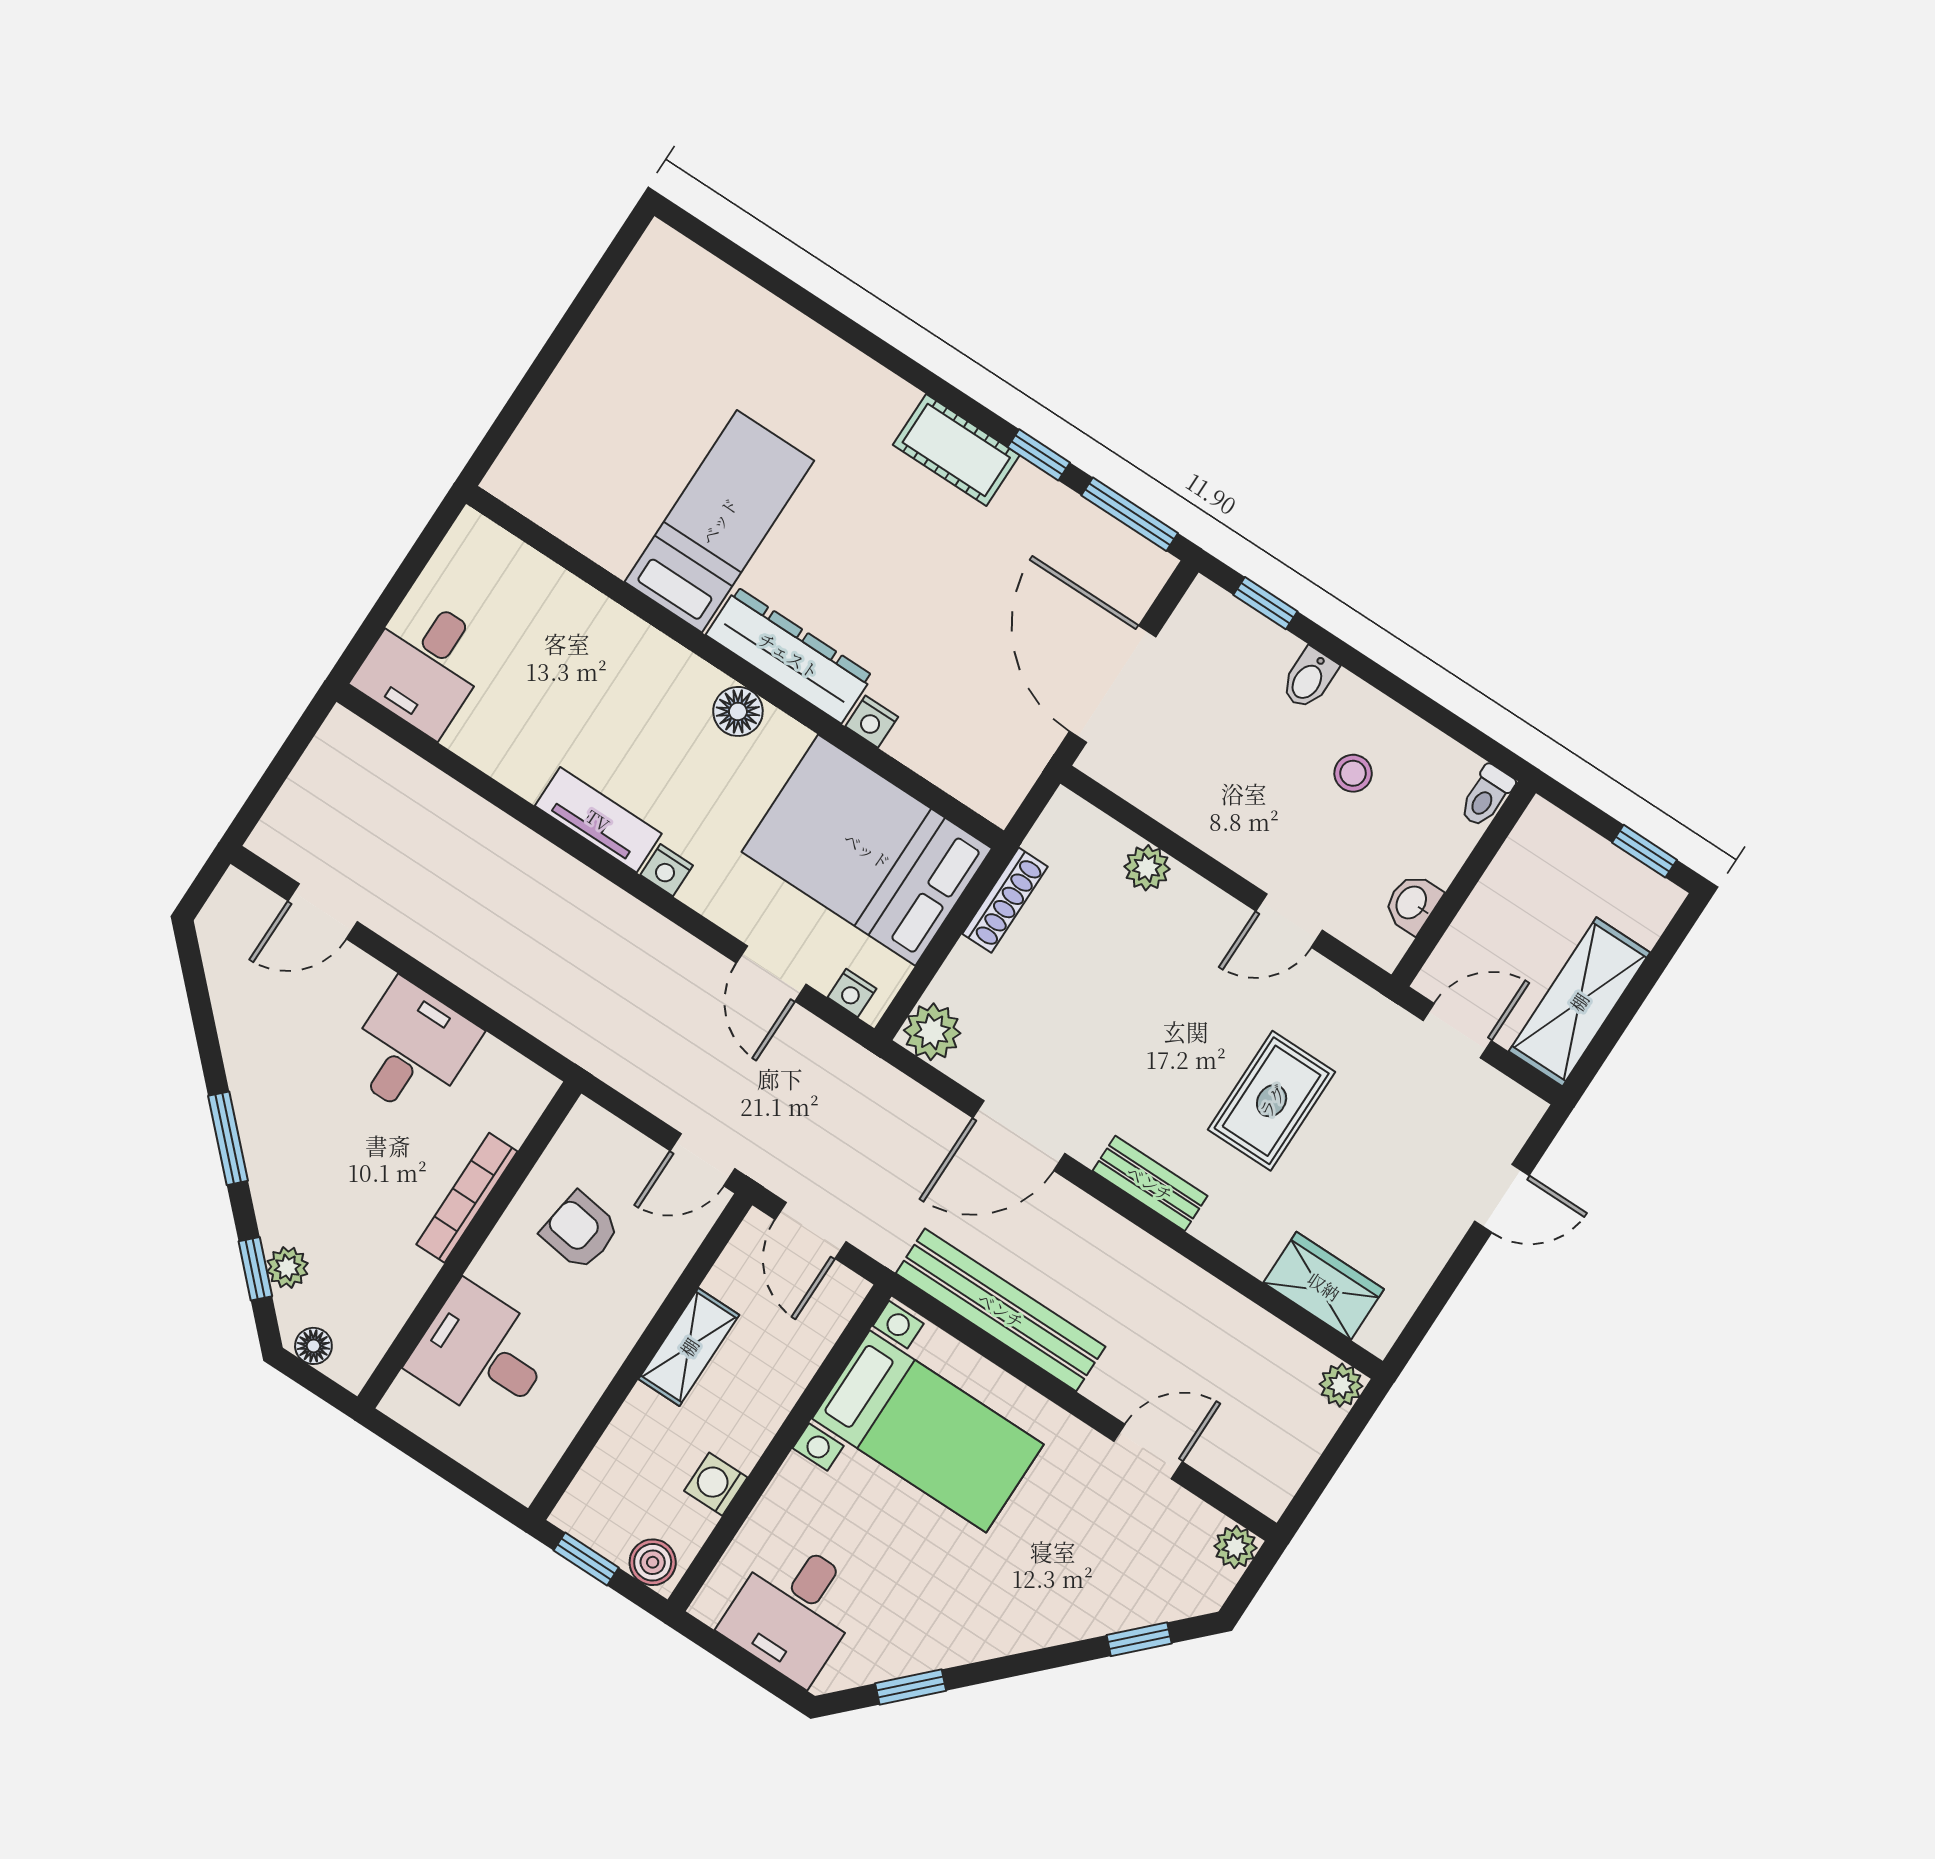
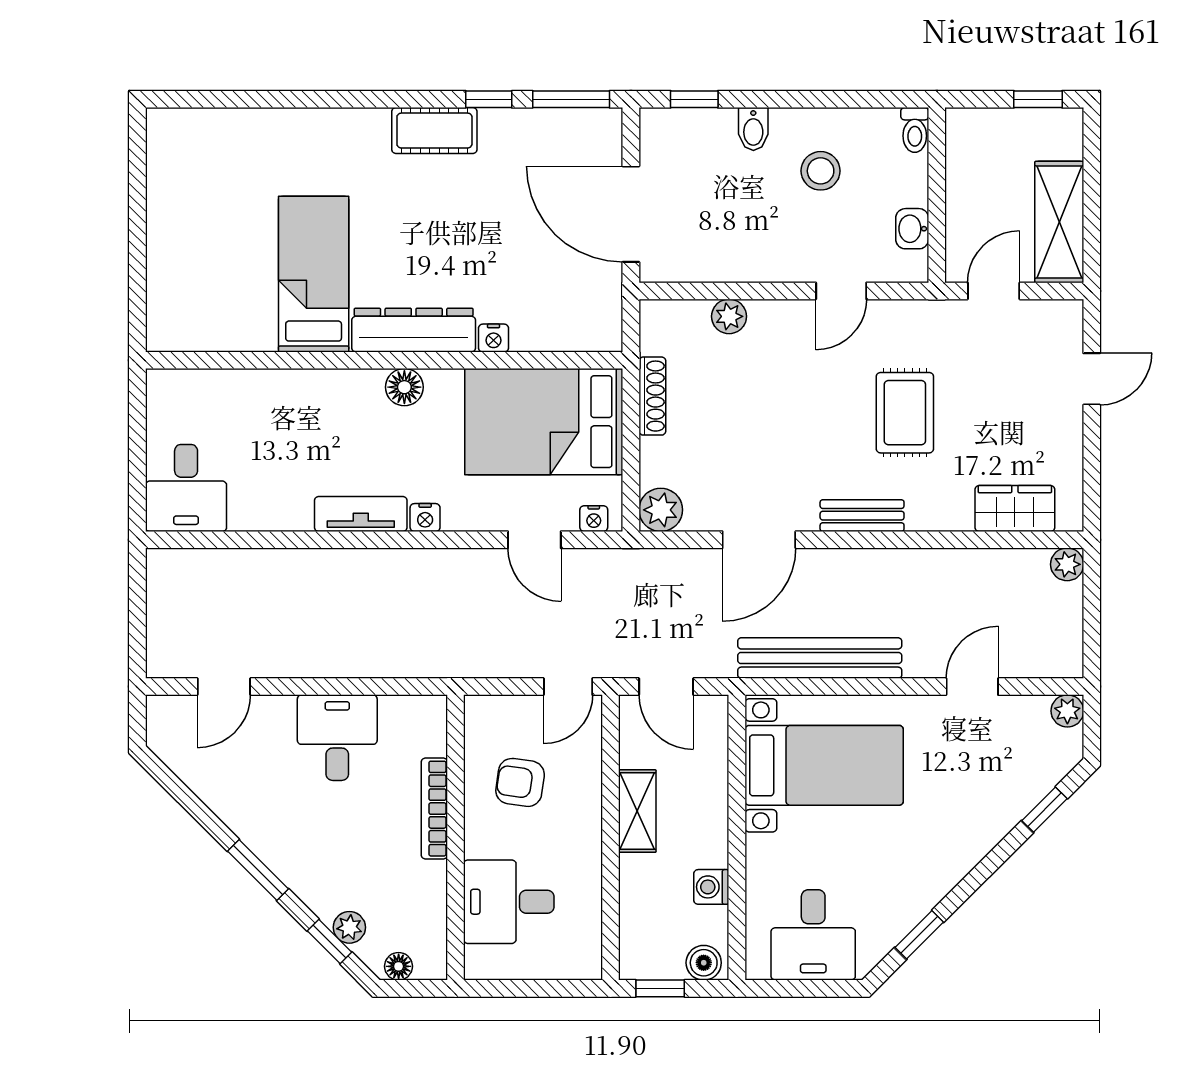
stool: (1353, 773) -> (821, 171), width x1.37, depth x1.37

